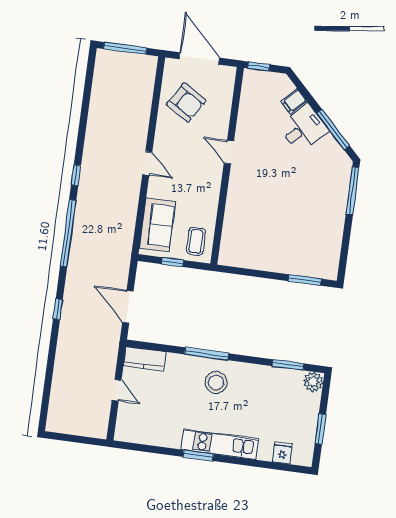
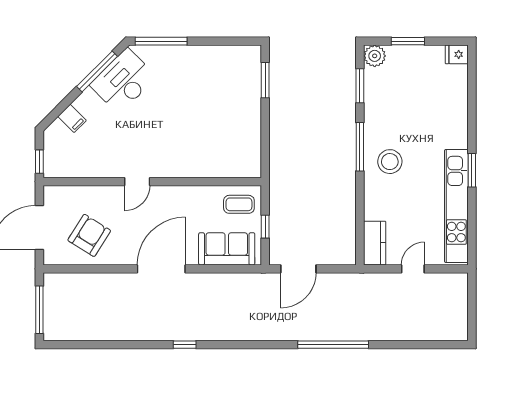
desk: (303, 128) -> (123, 81), moved, width x1.37
door: (147, 163) -> (161, 269), width x1.88
window: (68, 233) -> (249, 345), removed
door: (128, 307) -> (298, 269), moved
window: (58, 309) -> (333, 345), width x3.17
window: (207, 354) -> (360, 147), moved
window: (320, 429) -> (408, 41), moved
kitchen unit: (220, 444) -> (456, 206), moved, width x1.36
fridge: (283, 453) -> (457, 54), moved

